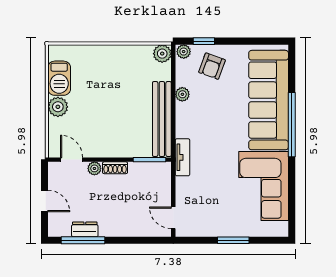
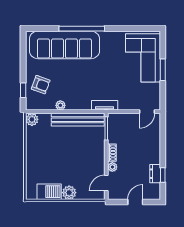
plant: (184, 52) -> (30, 104), removed
corner sofa: (264, 186) -> (143, 58), moved, turned 90
window: (83, 240) -> (163, 175), width x0.46

